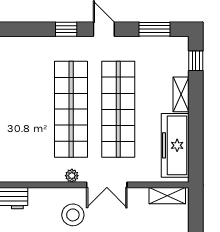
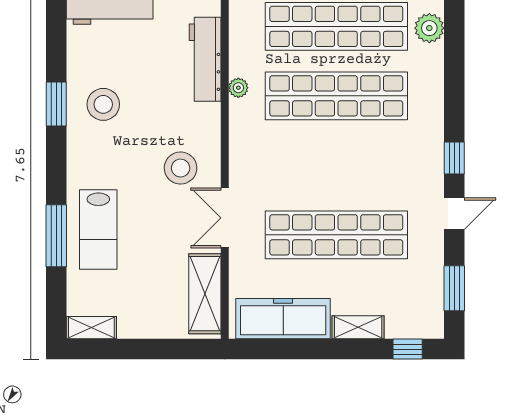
shop shelf: (71, 109) -> (336, 96), moved
plant: (72, 176) -> (238, 88), moved
shelving: (167, 196) -> (205, 294), width x1.50, depth x1.33

